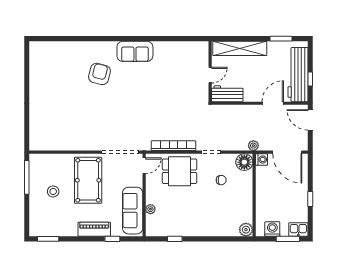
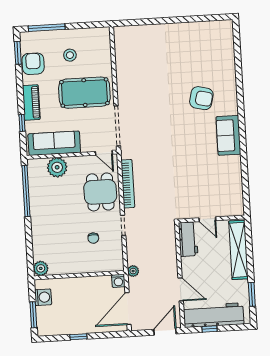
floor lamp: (244, 162) -> (114, 262), removed
window: (27, 177) -> (47, 28), moved
plant: (150, 209) -> (57, 167), width x1.88, depth x1.88
armchair: (59, 225) -> (33, 64), added
kitchen sink: (298, 230) -> (44, 326), removed
window: (175, 239) -> (26, 191), width x3.17

